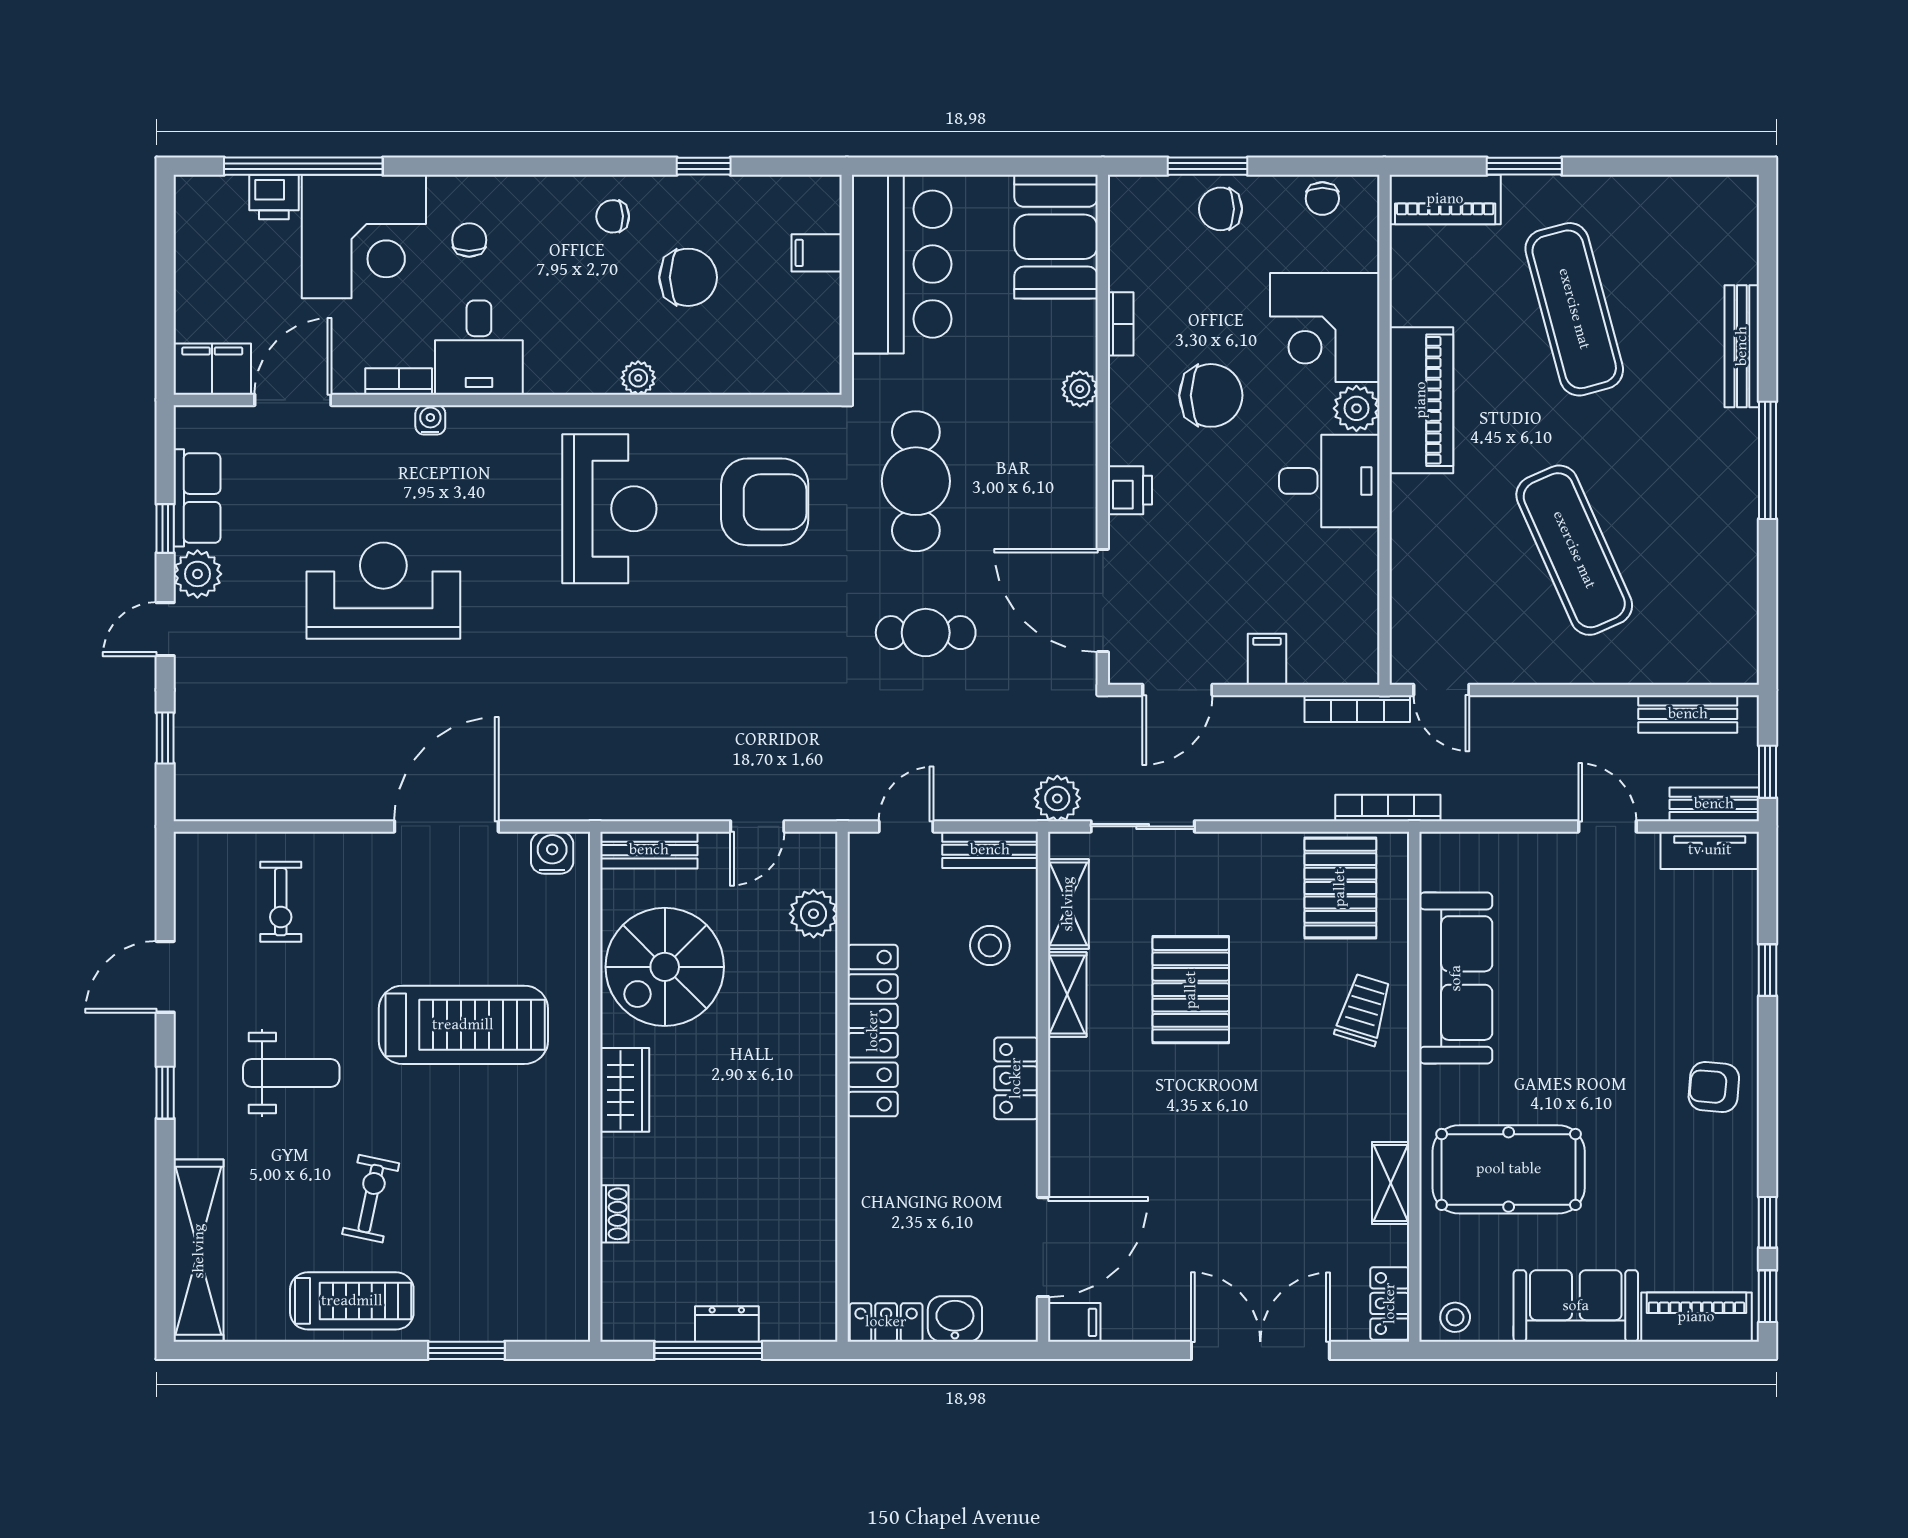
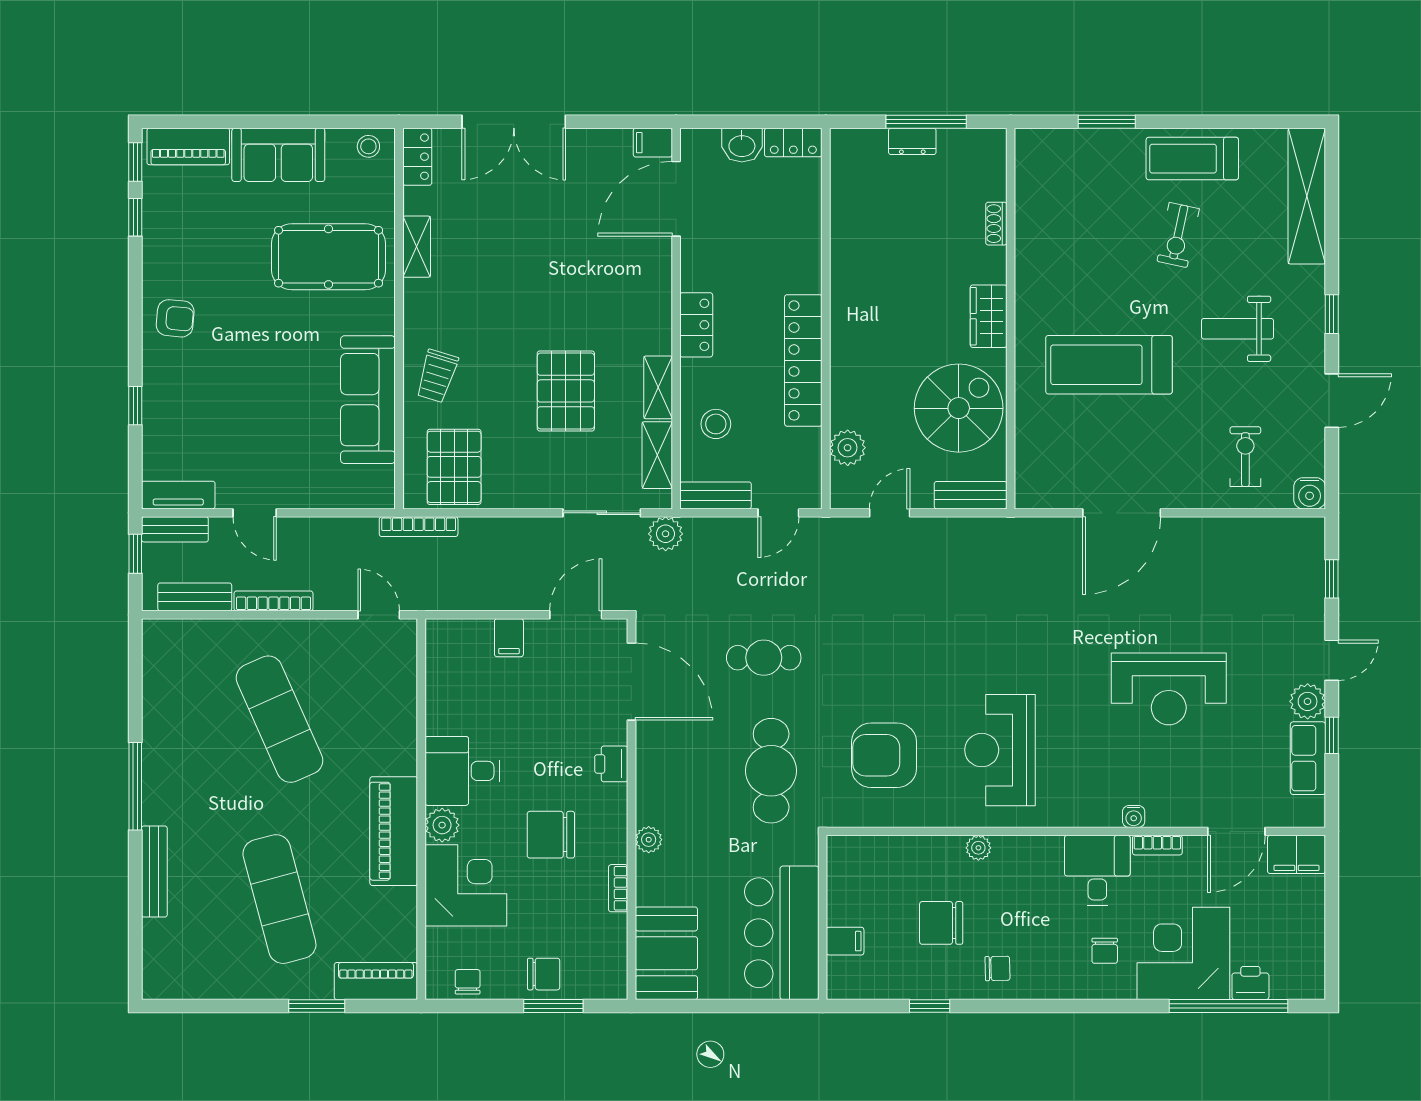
bookcase: (1357, 709) -> (274, 601), moved
water cooler: (552, 853) -> (1310, 493), moved

